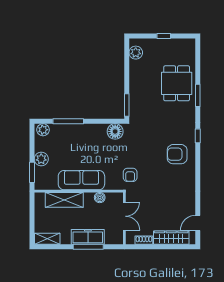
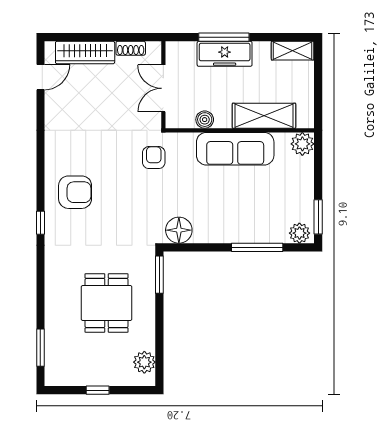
dining table: (177, 83) -> (107, 303), moved
window: (198, 95) -> (40, 348), moved
plant: (41, 159) -> (302, 144), moved
window: (32, 172) -> (318, 217), moved

